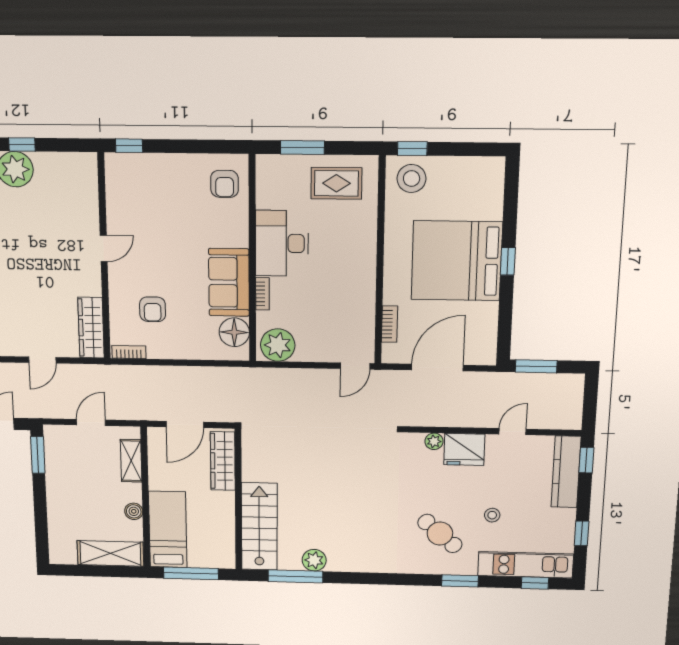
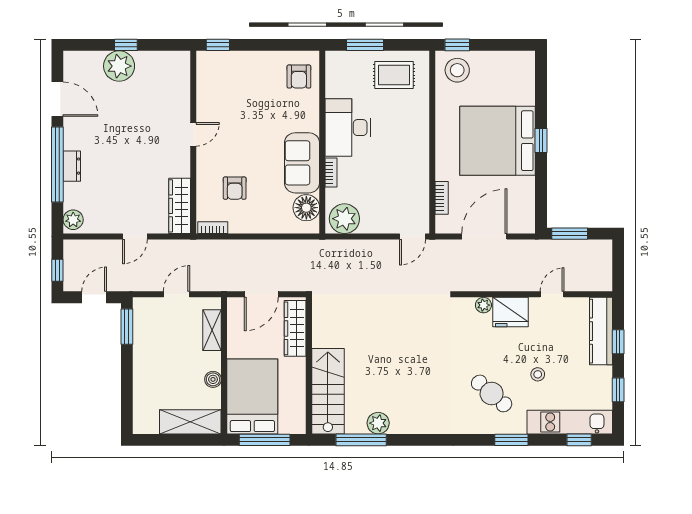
window: (586, 460) -> (618, 342), moved
bed: (168, 529) -> (252, 396), width x1.50

